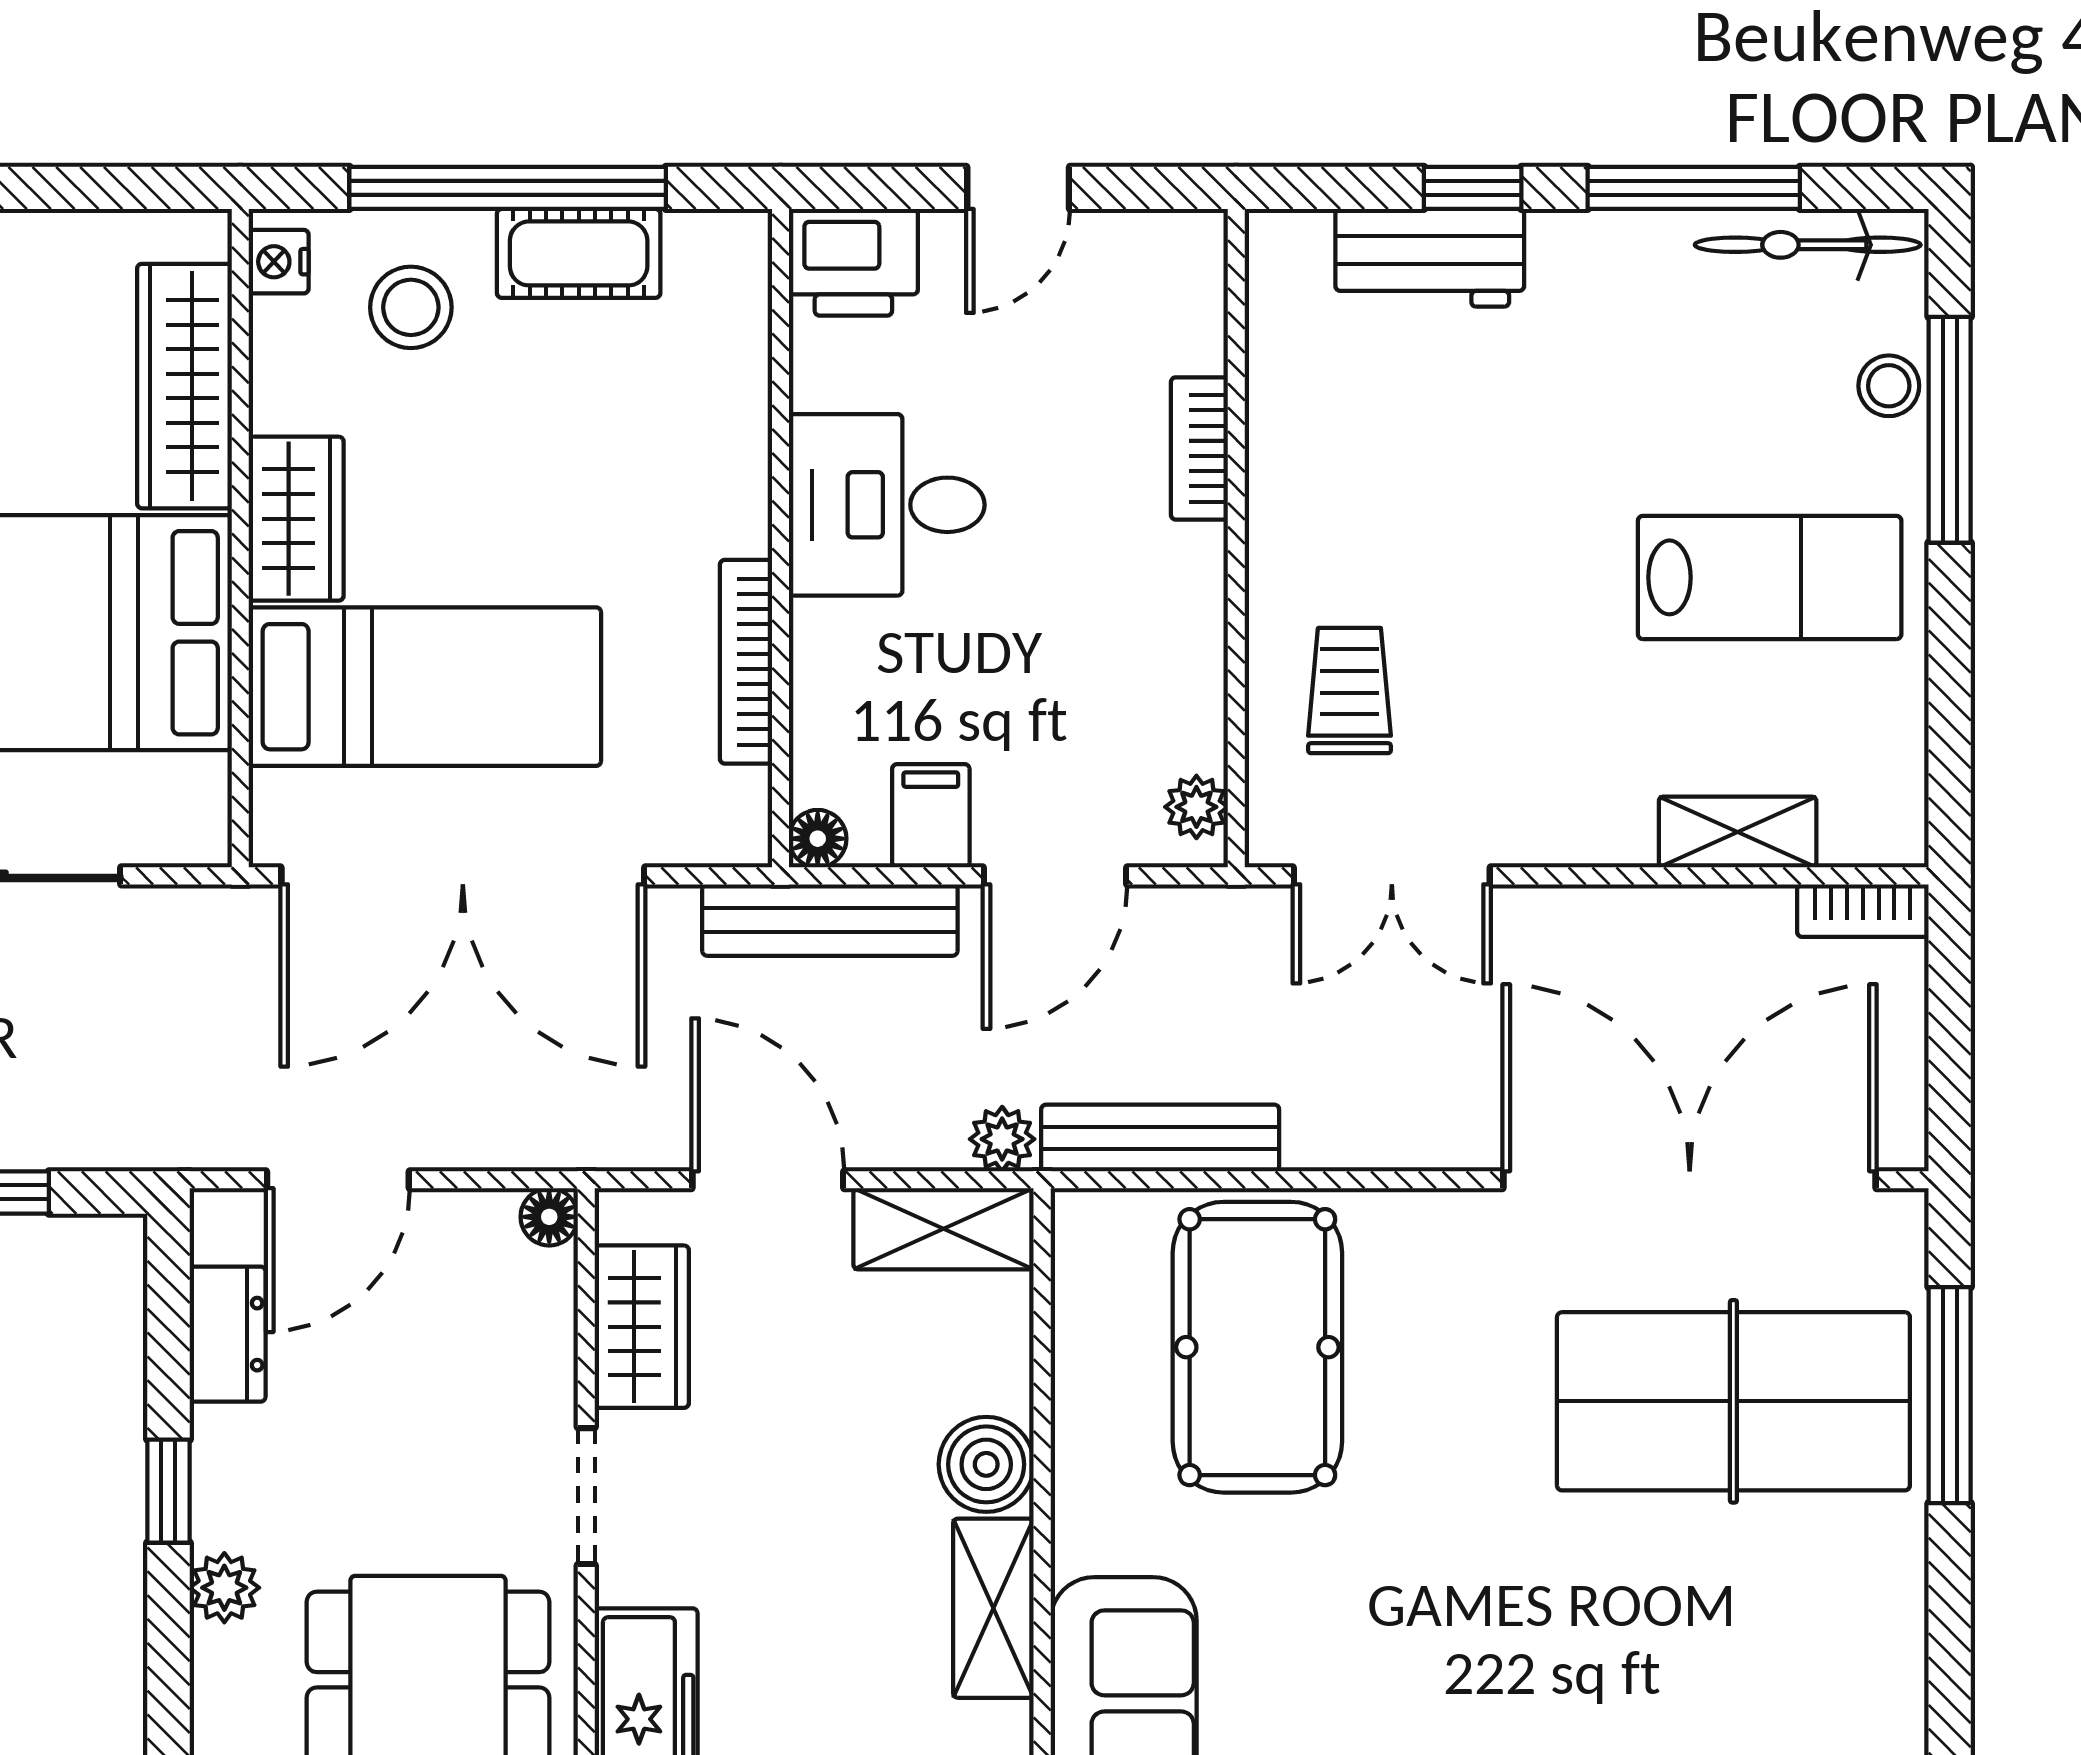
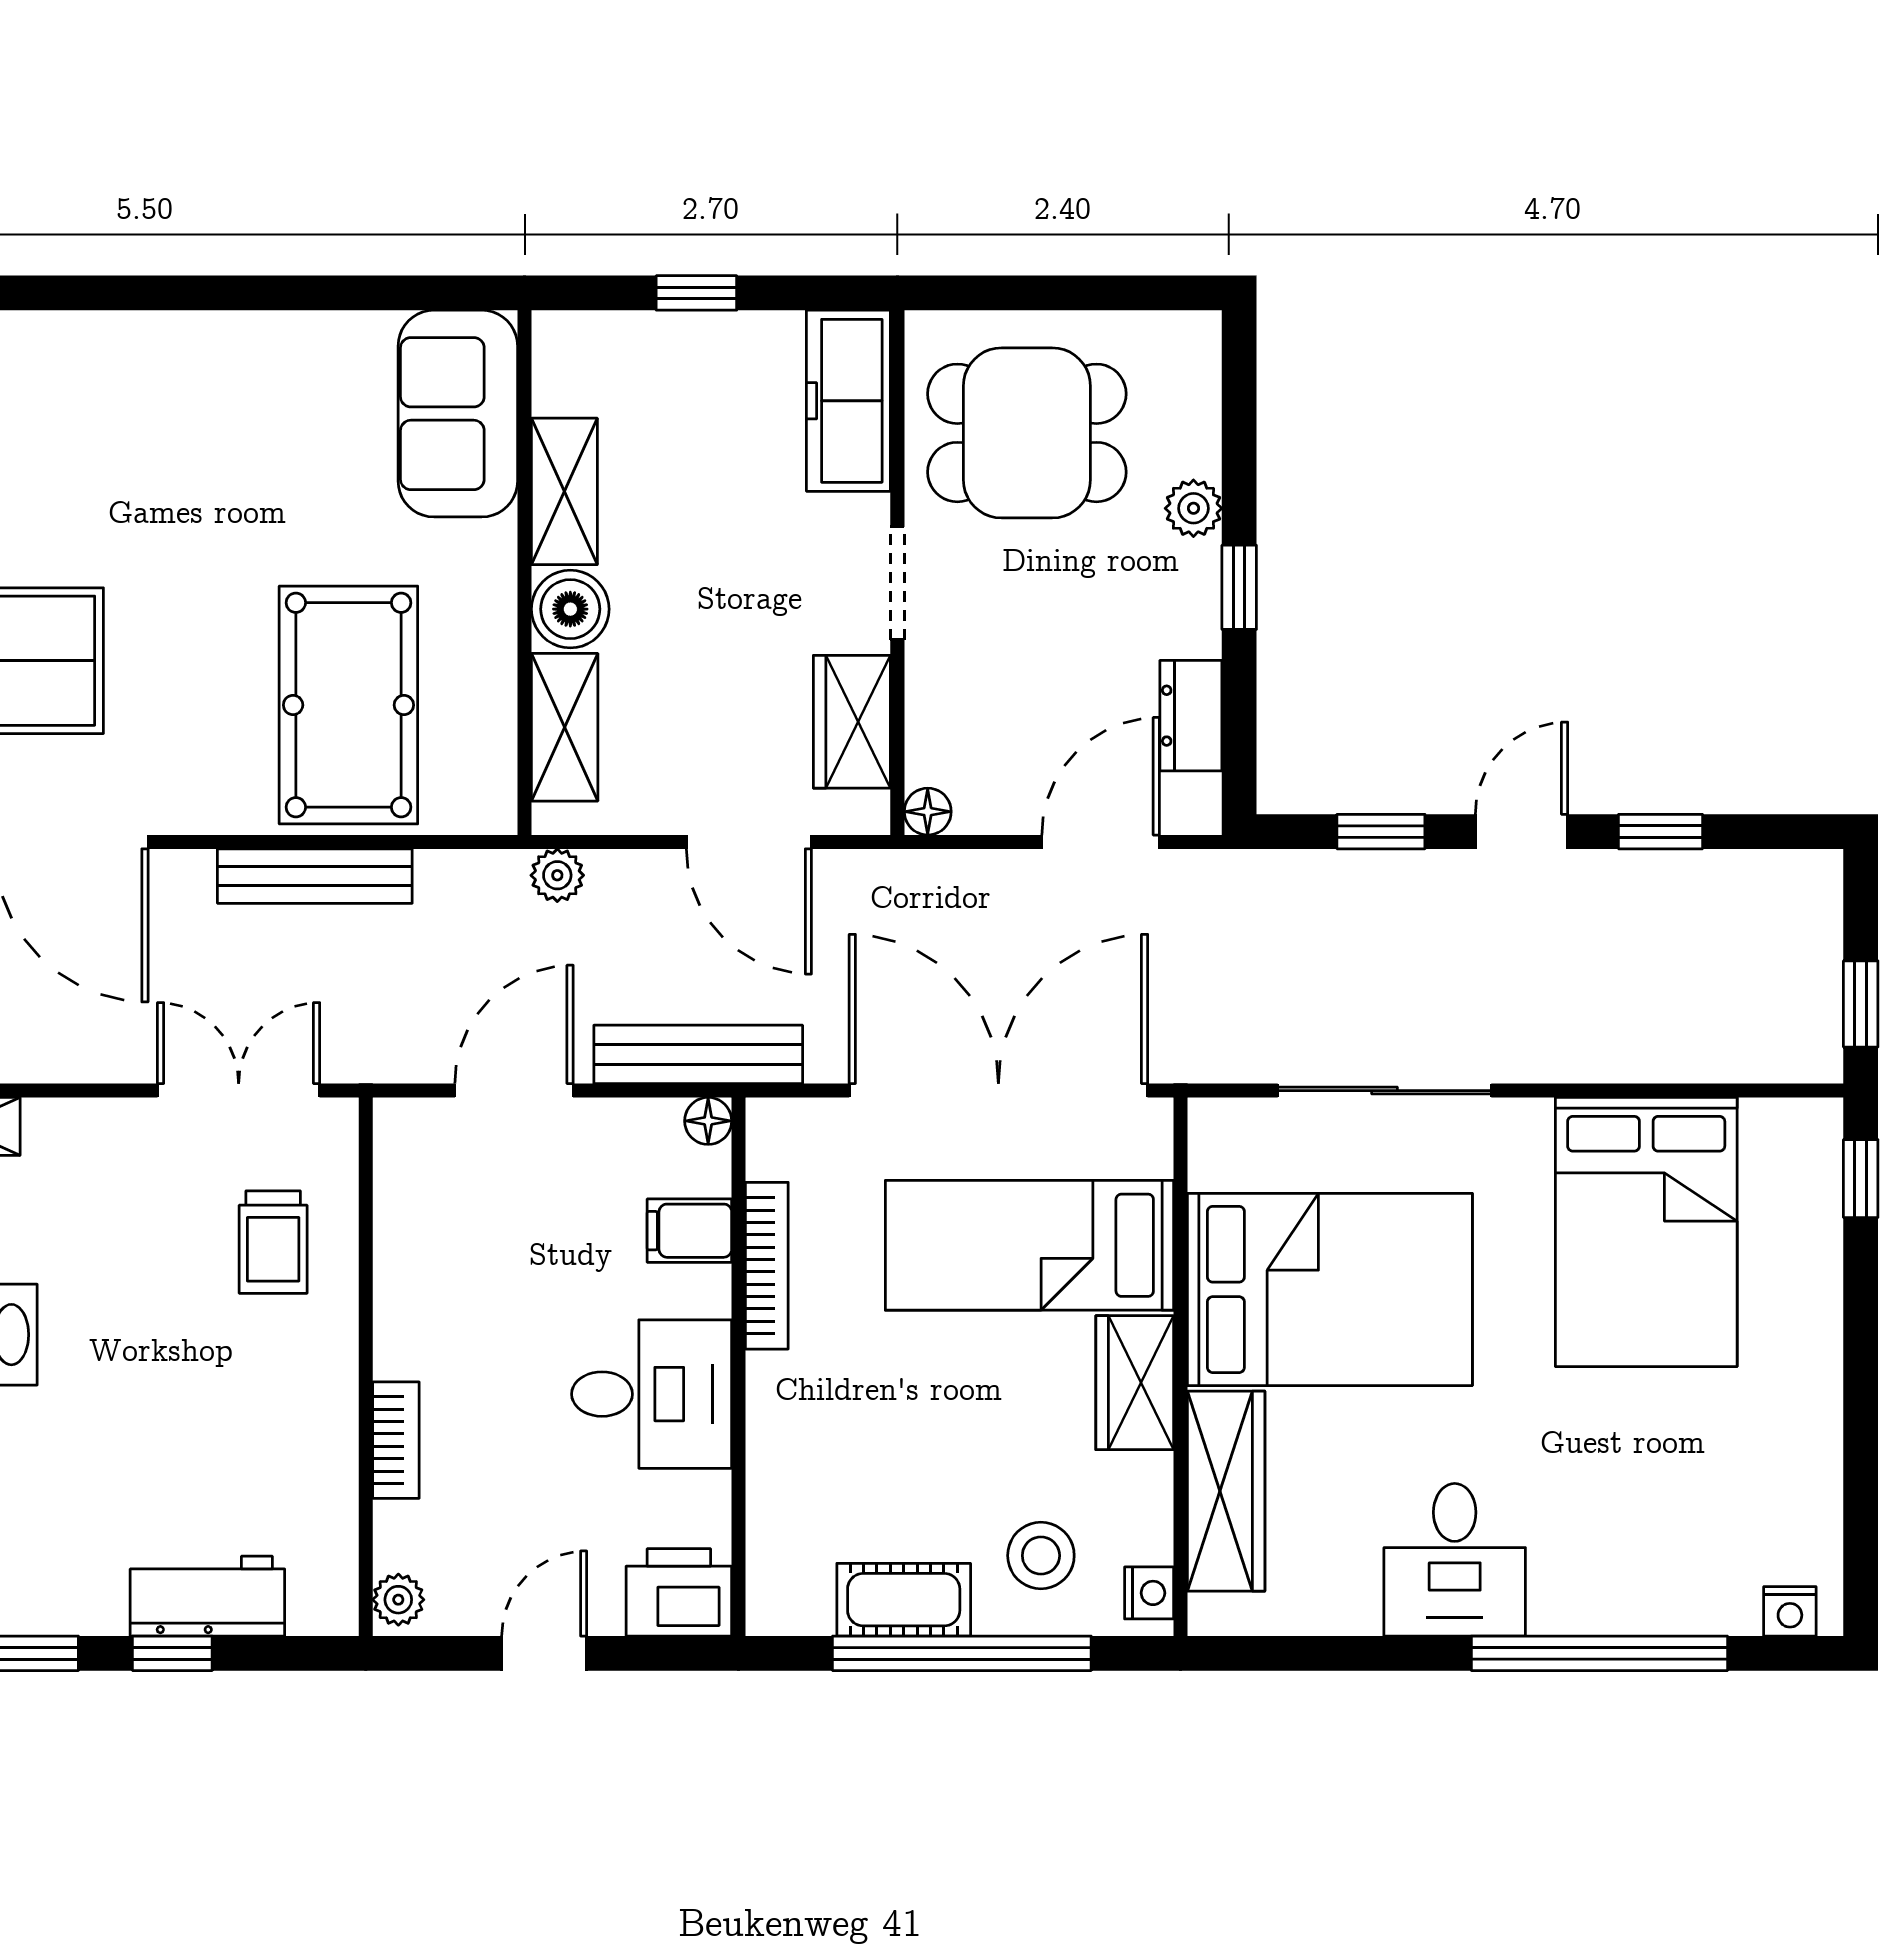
plant: (1196, 807) -> (398, 1600), moved
filing cabinet: (931, 816) -> (689, 1231), moved, turned 90
bench: (1160, 1138) -> (315, 876), moved
shelving: (944, 1229) -> (565, 727), moved, turned 90

